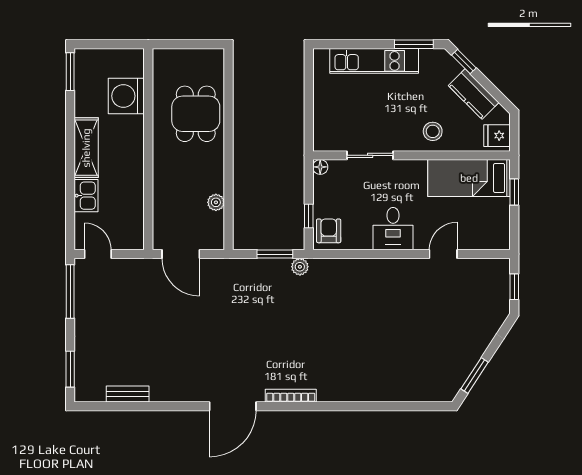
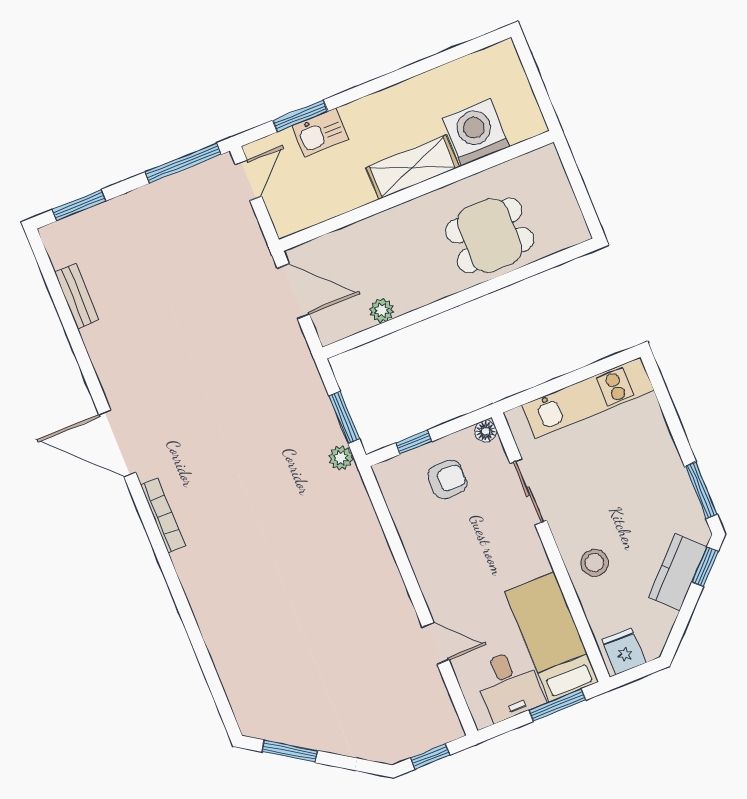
kitchen unit: (374, 61) -> (588, 398), moved, turned -90
window: (70, 72) -> (300, 116), moved
kitchen counter: (474, 94) -> (677, 572), moved
shelving: (86, 148) -> (413, 167), moved
window: (514, 192) -> (557, 705), width x1.50
desk: (393, 229) -> (509, 685), moved, turned -90
armchair: (329, 231) -> (447, 479), moved
door: (181, 254) -> (293, 291), swing flipped

